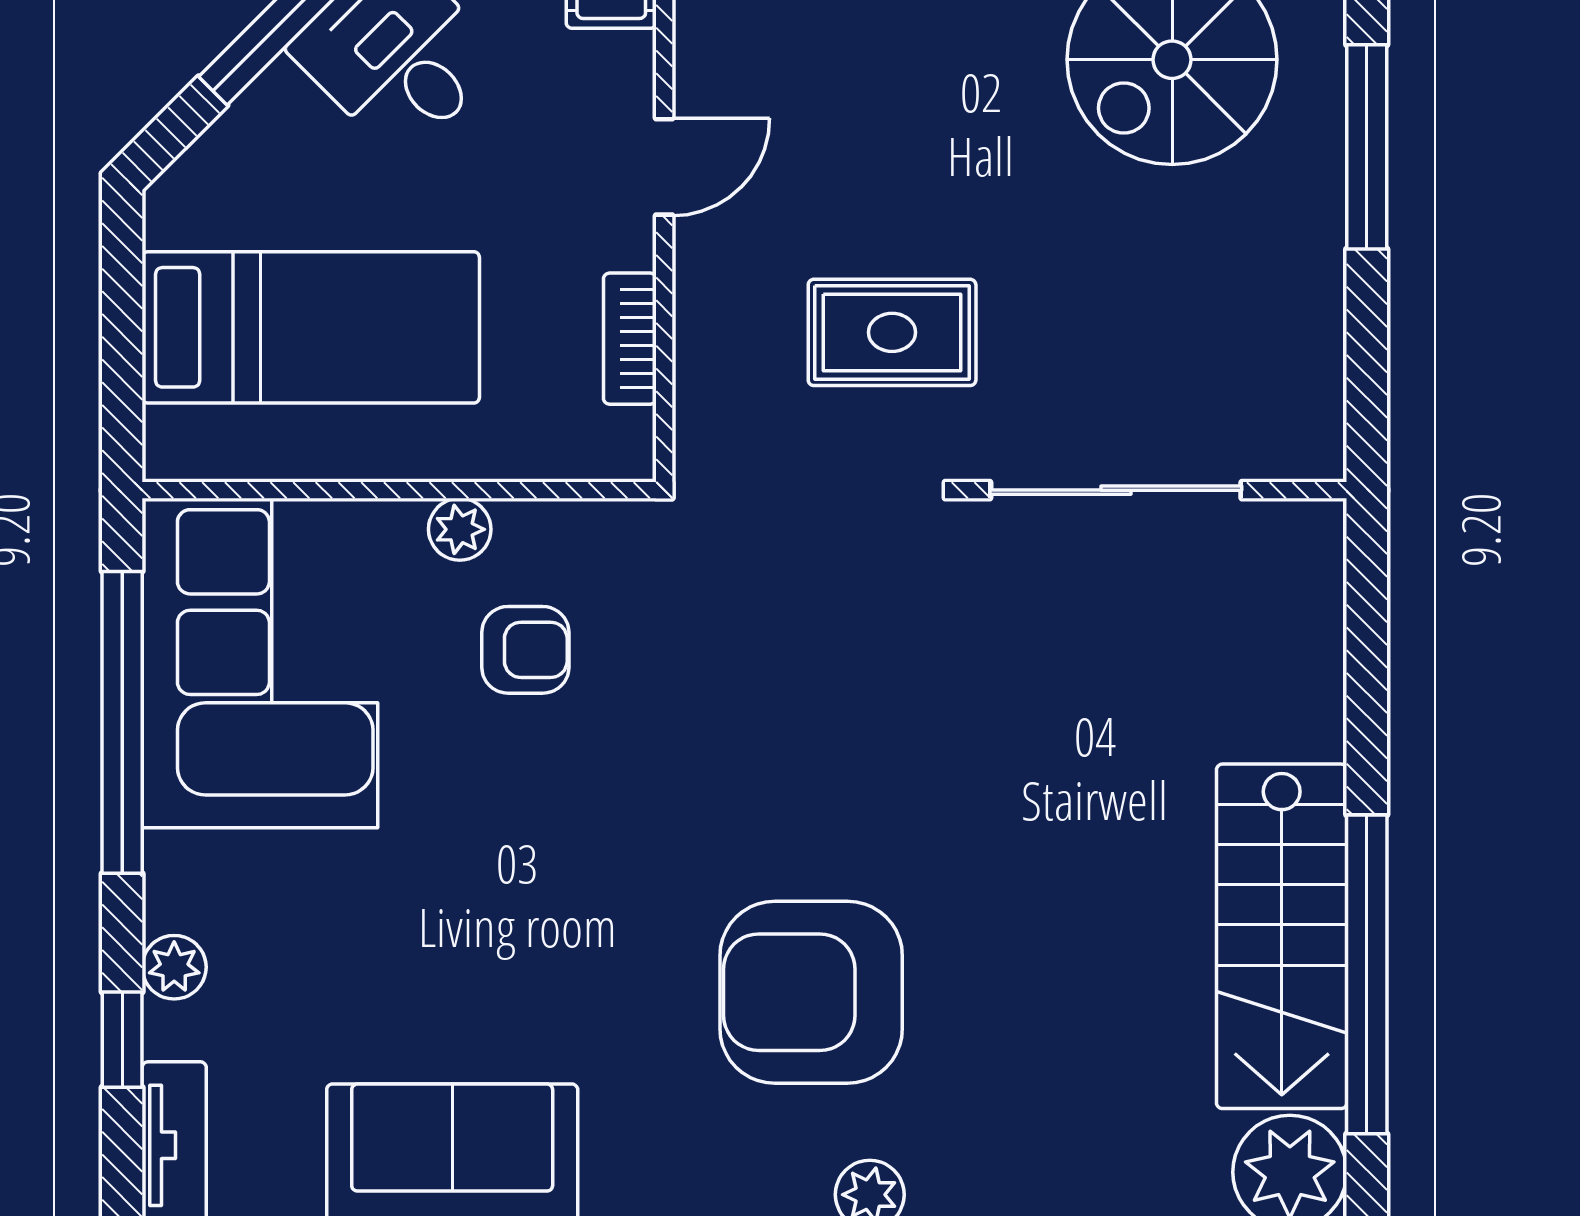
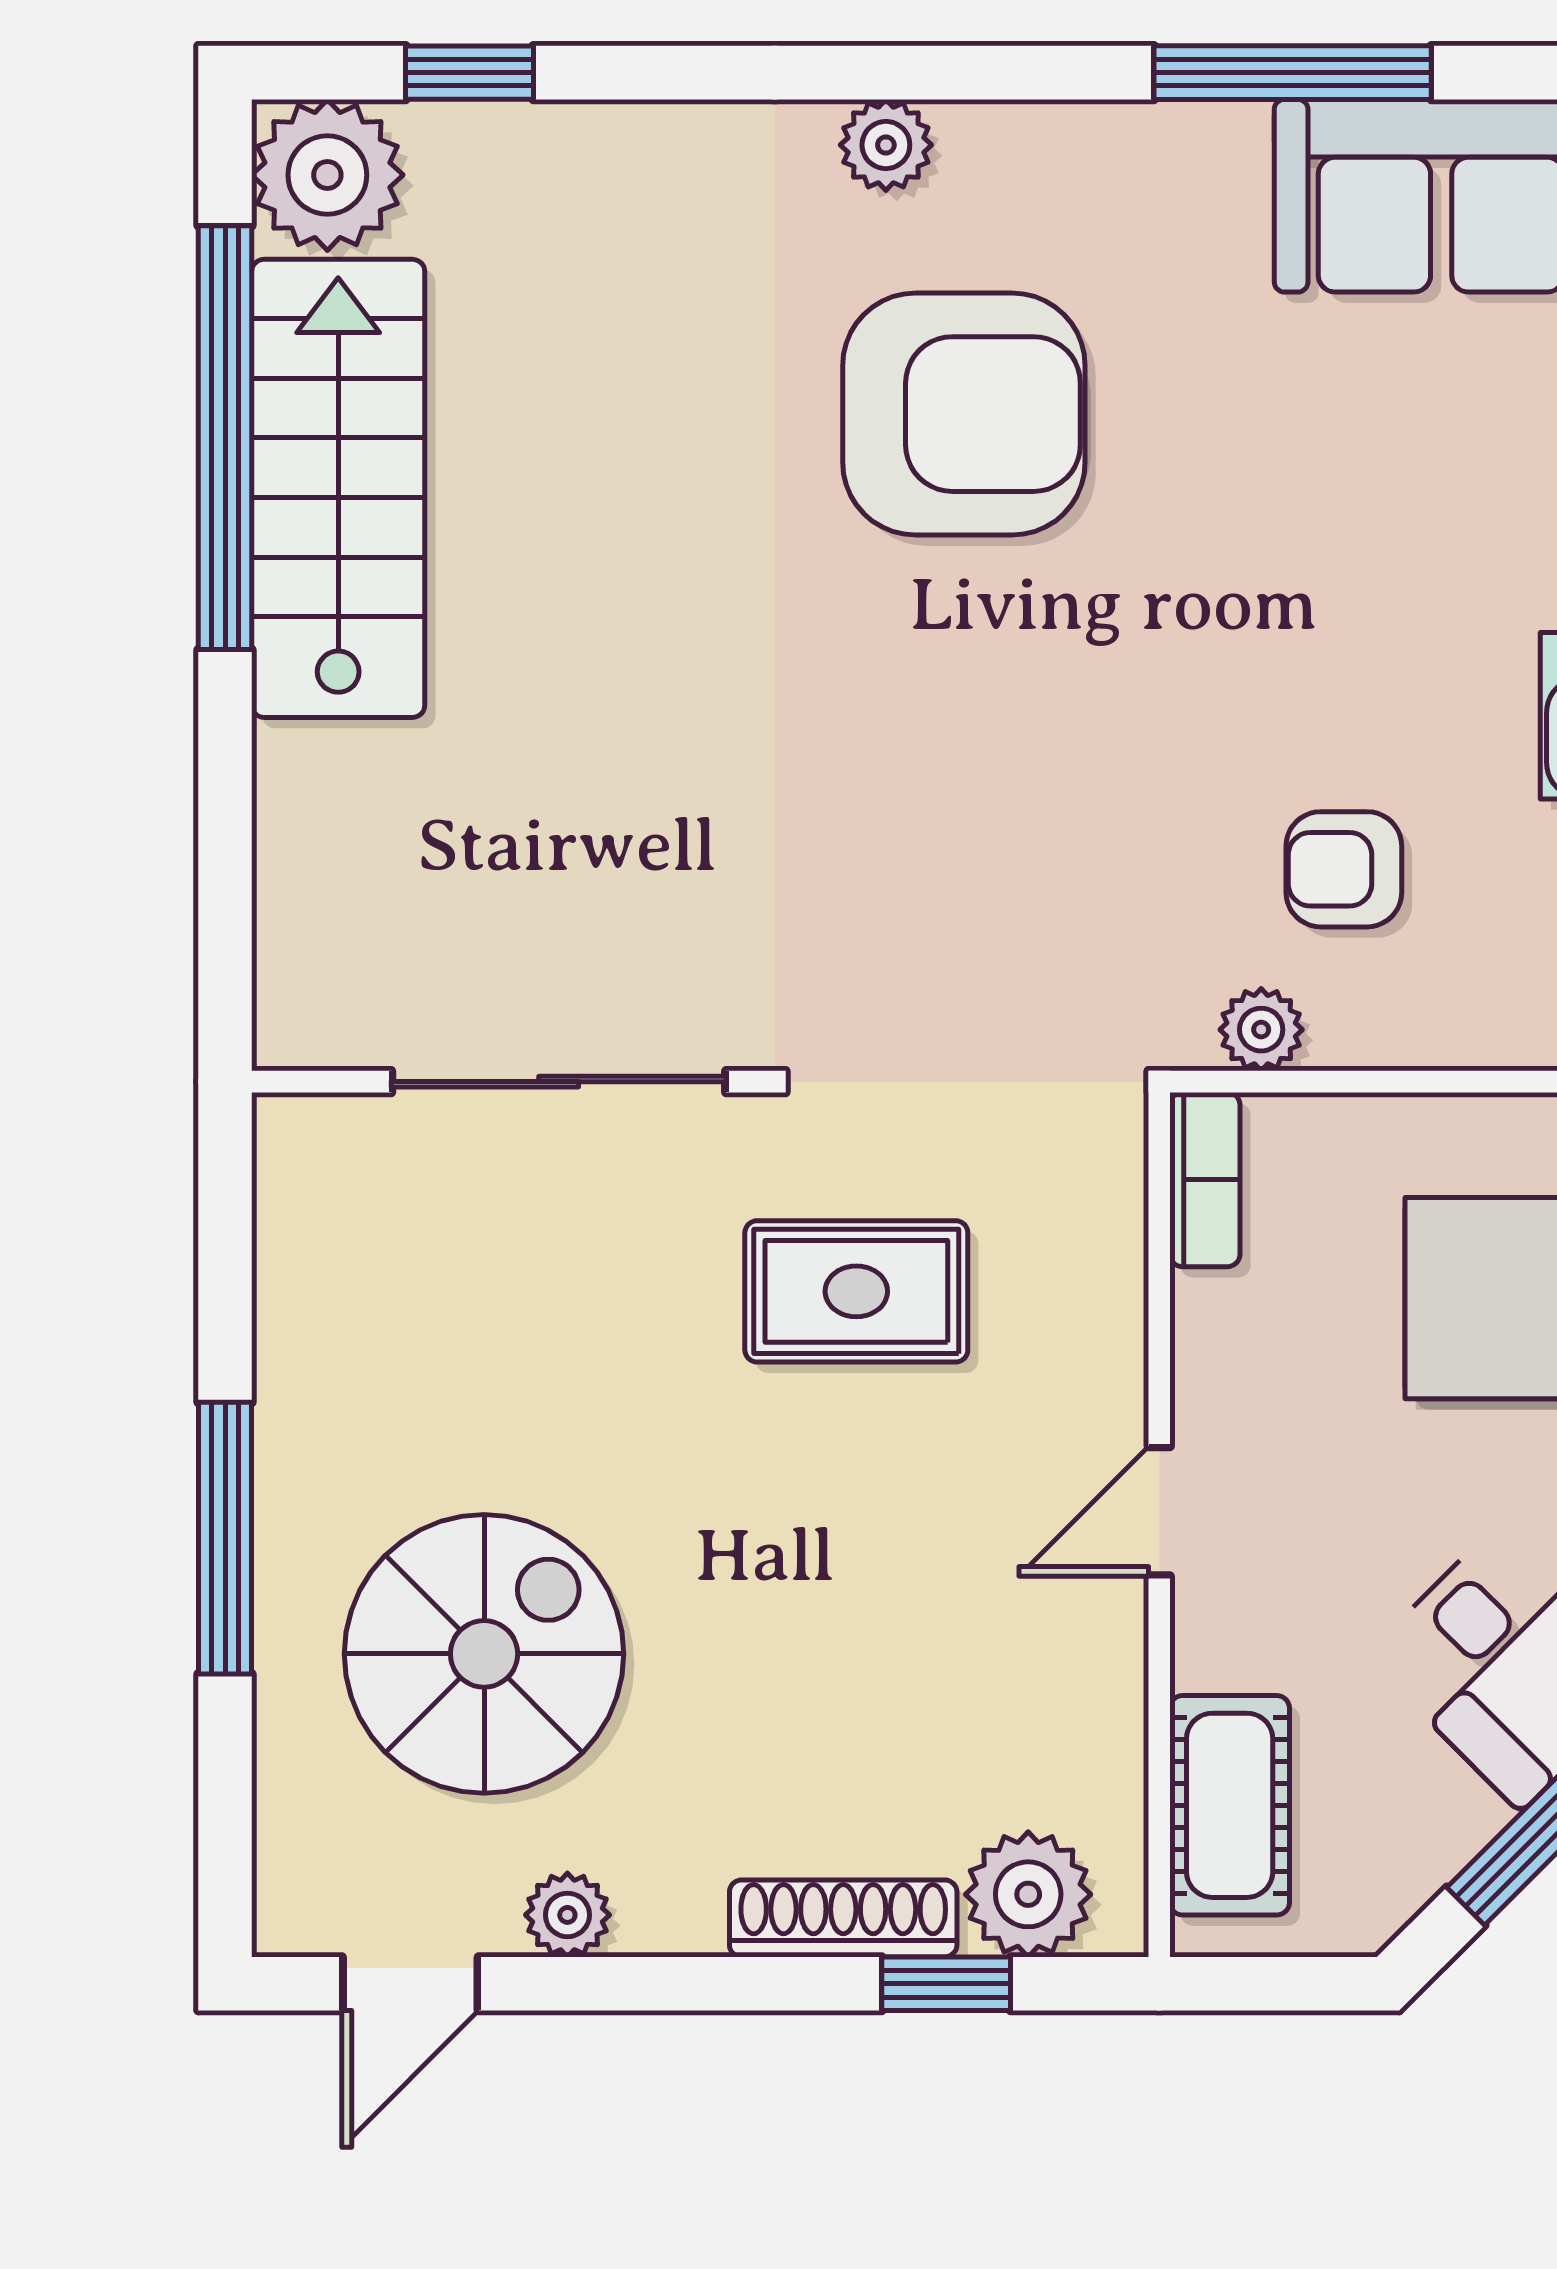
bookcase: (630, 339) -> (1205, 1180), moved
plant: (460, 529) -> (1261, 1030), moved

